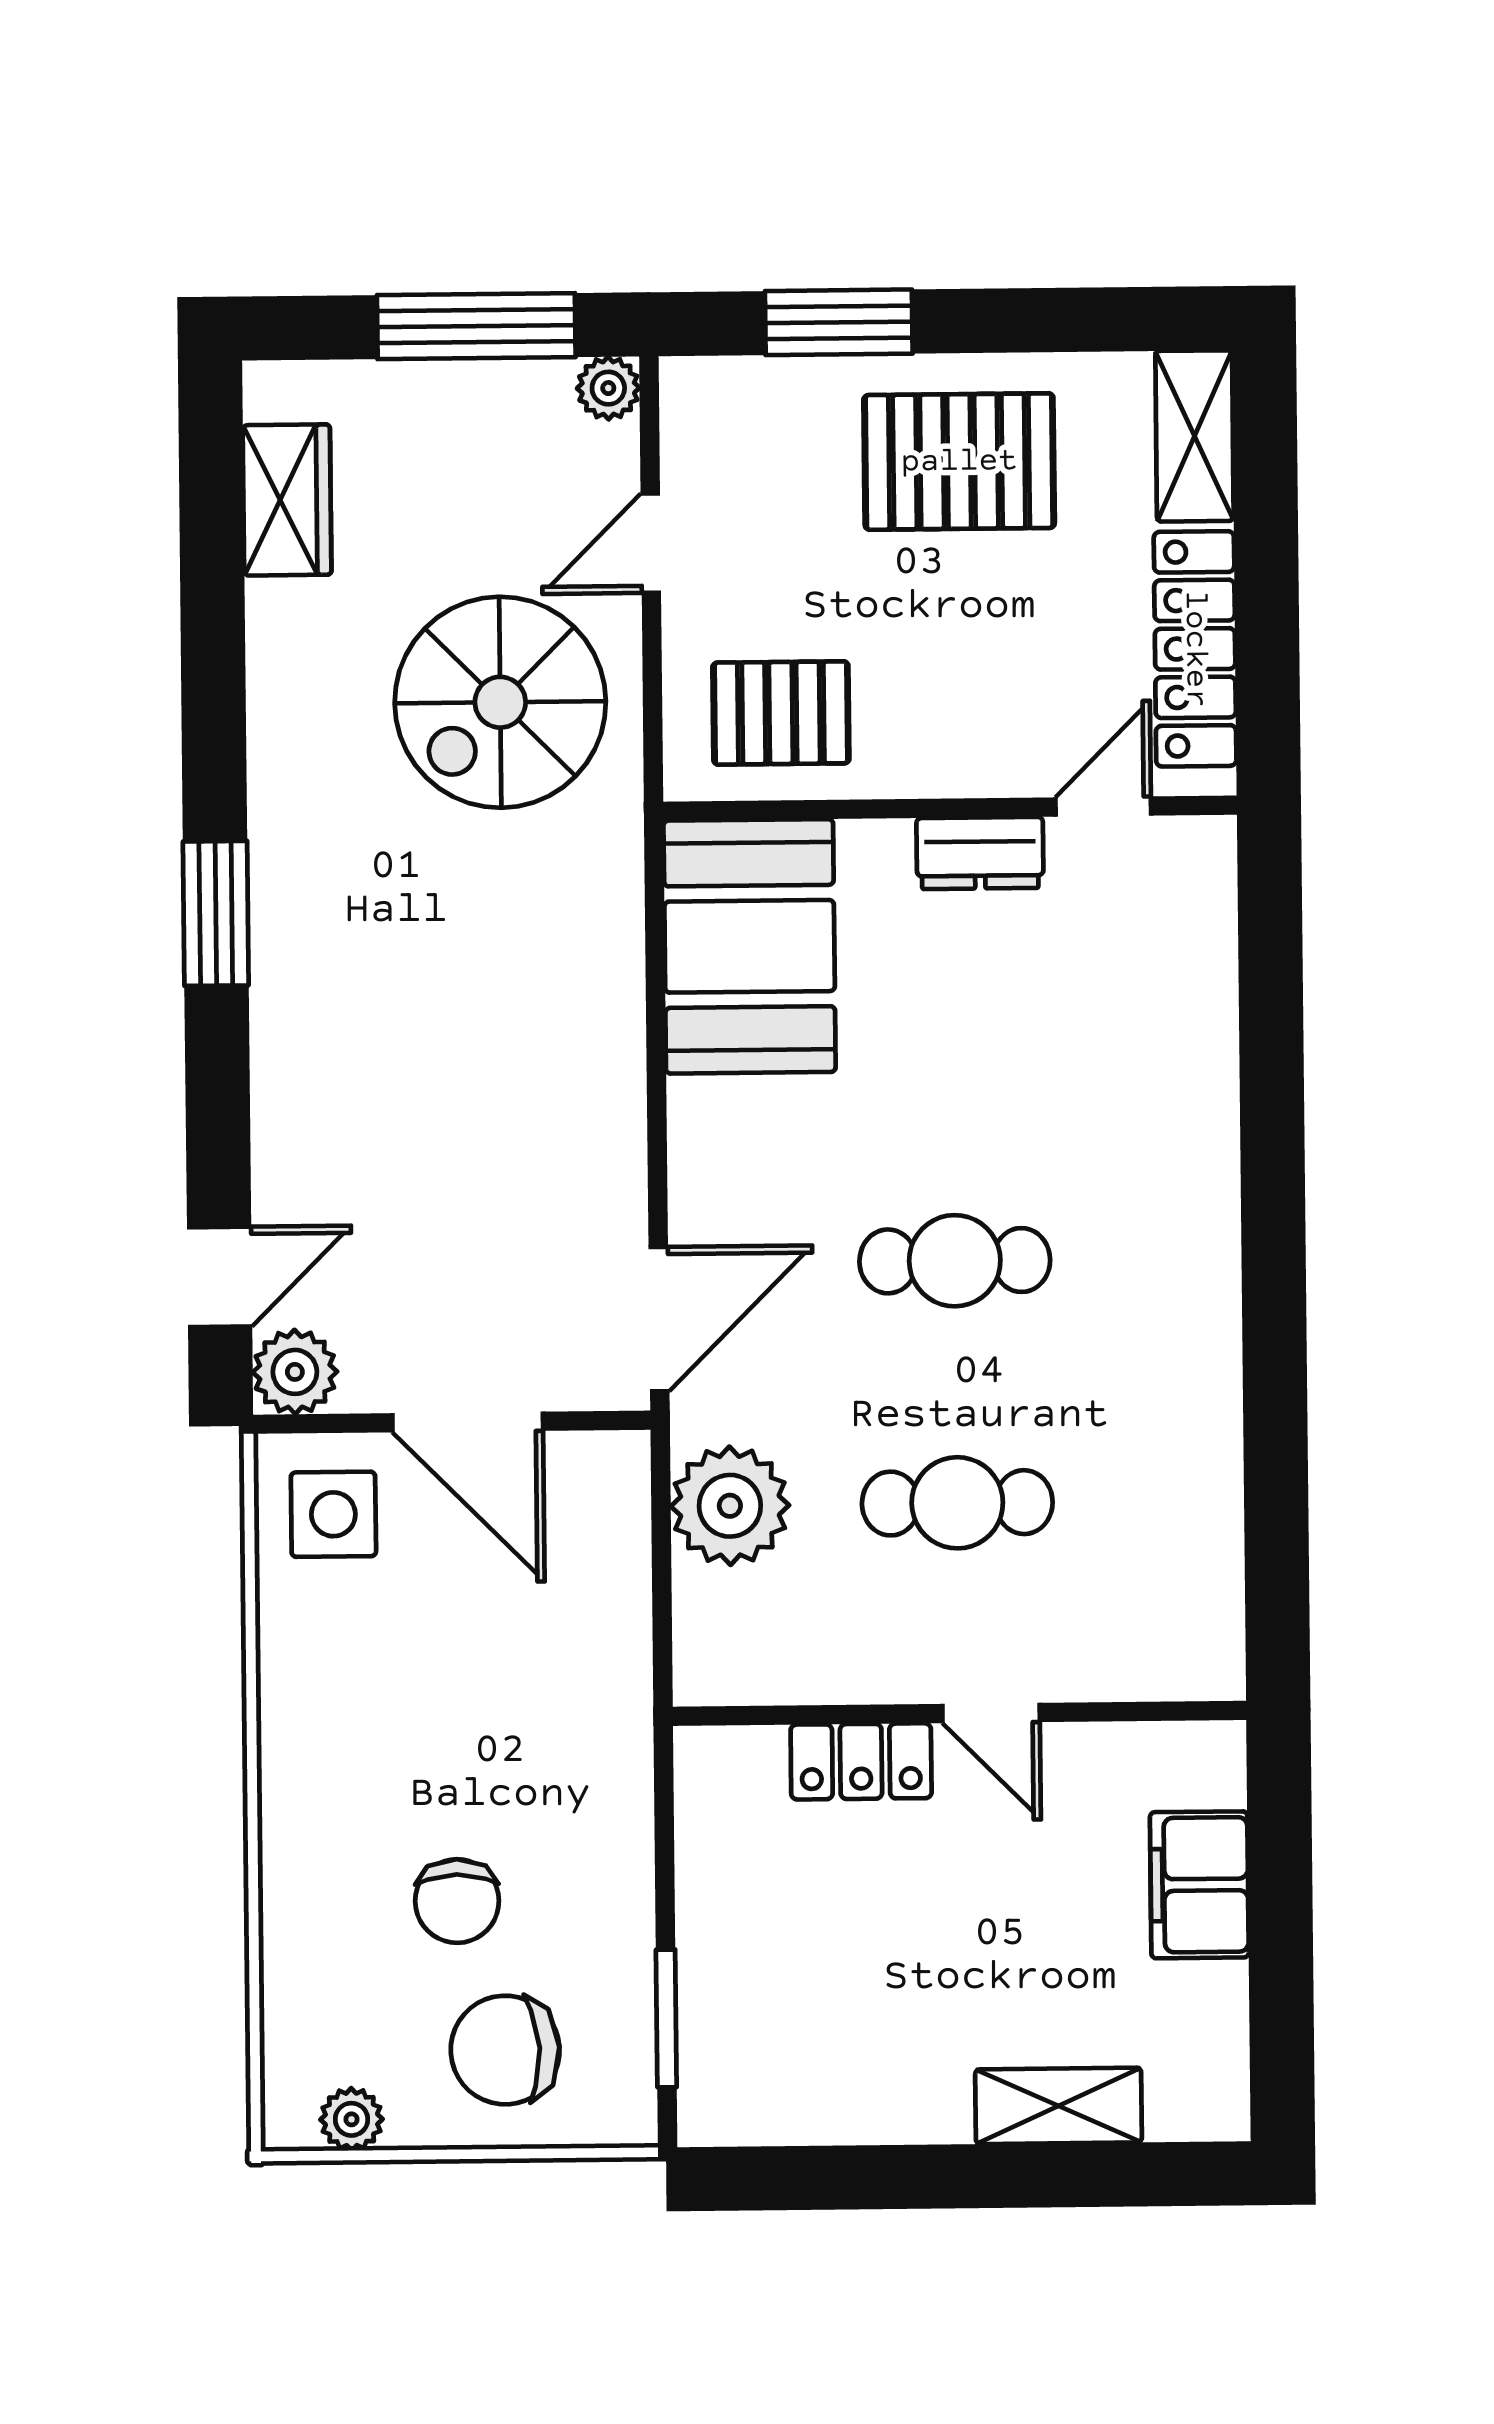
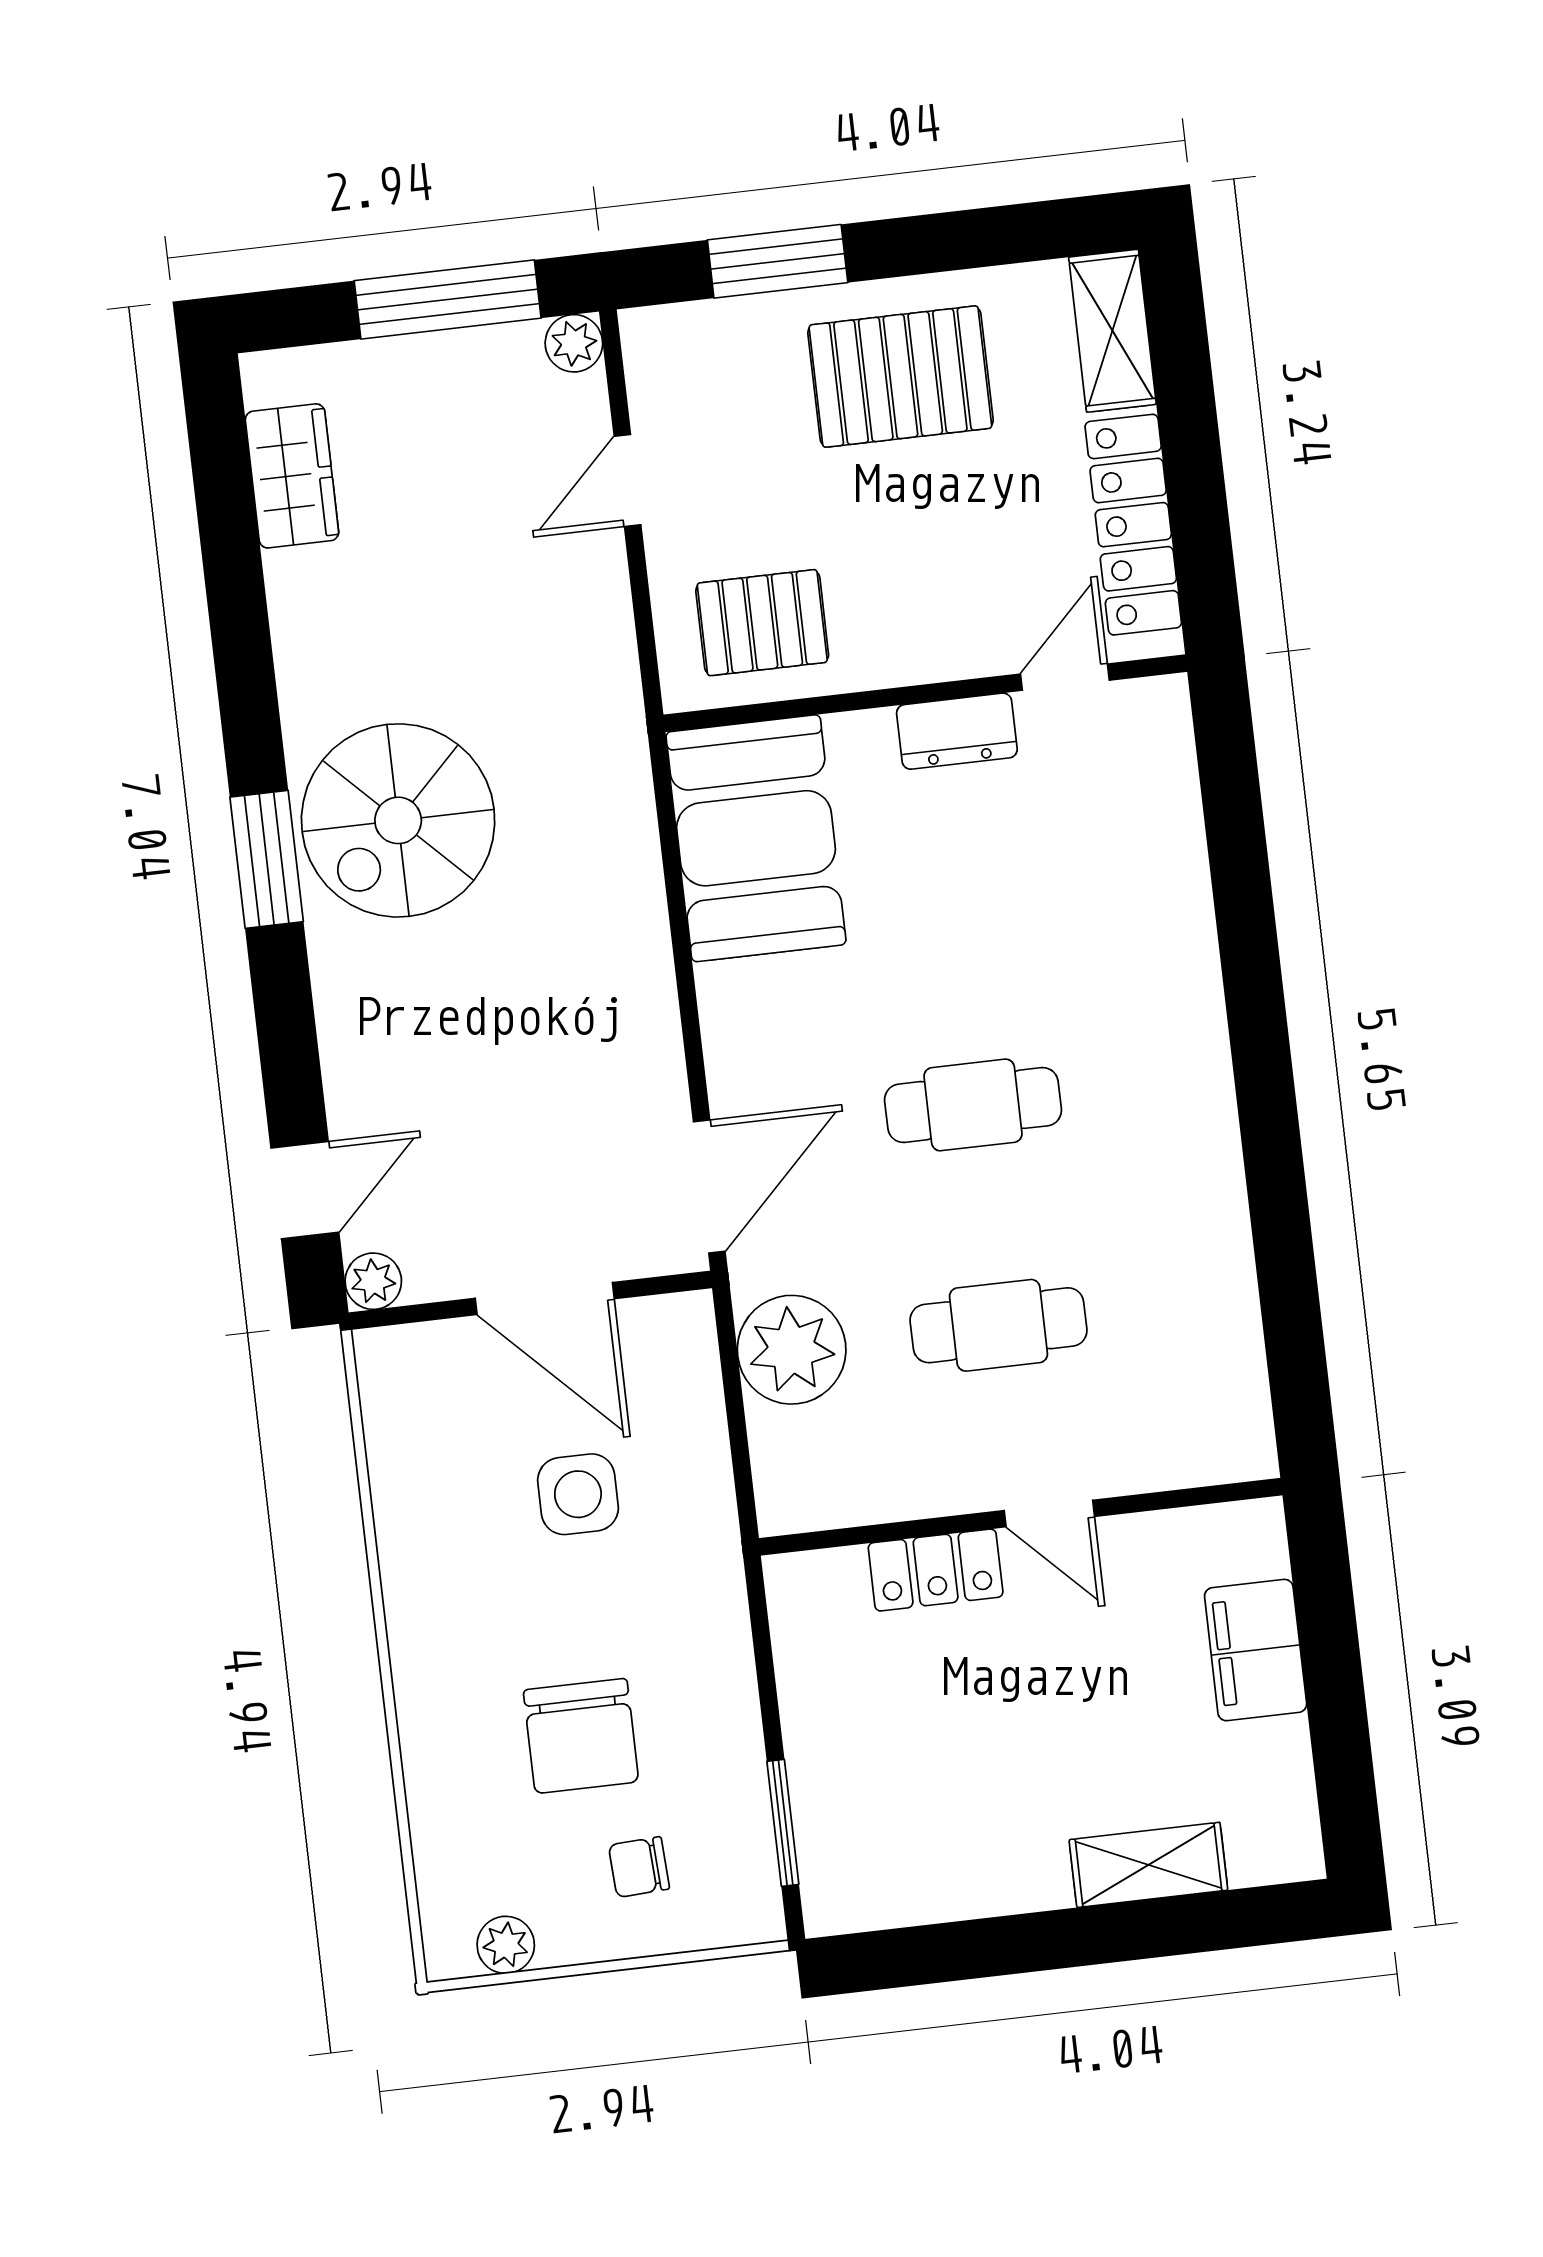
spiral stairs: (500, 702) -> (398, 820), moved
plant: (295, 1372) -> (373, 1281), width x0.73, depth x0.73
side table: (333, 1514) -> (578, 1494), moved
chair: (457, 1901) -> (581, 1736), width x1.37, depth x1.37
chair: (505, 2050) -> (639, 1867), width x0.54, depth x0.54

